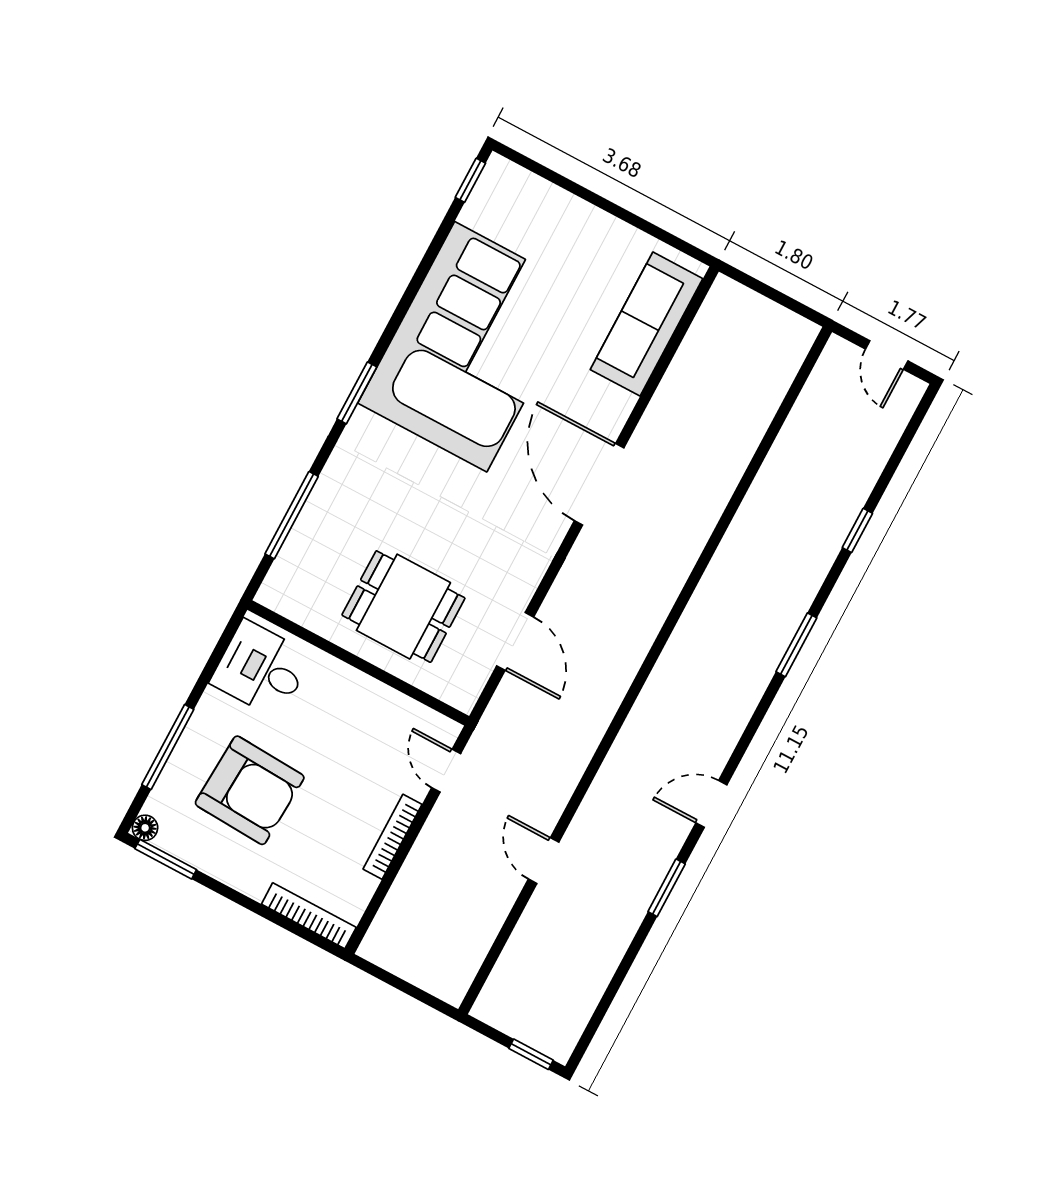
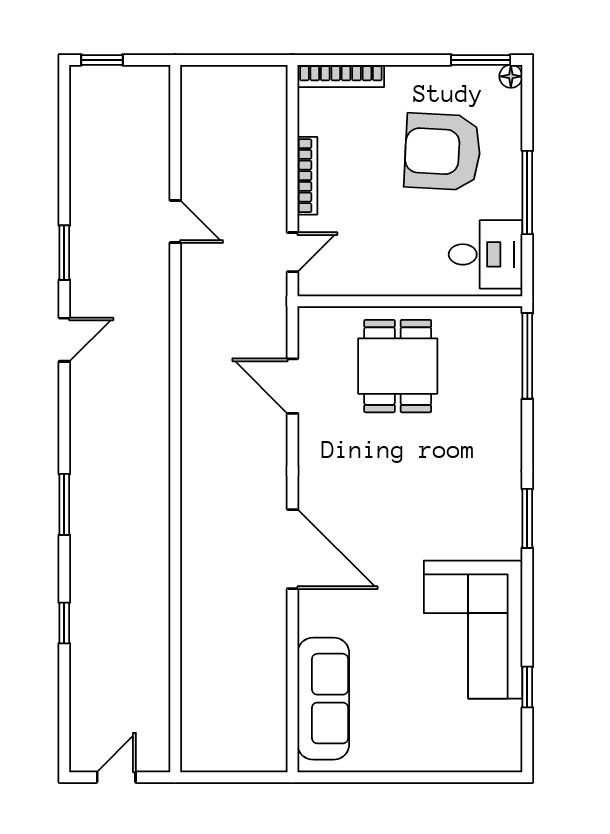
window: (470, 180) -> (527, 687), moved
corner sofa: (471, 347) -> (473, 630), width x0.73, depth x0.74
door: (887, 355) -> (116, 777), hinge flipped
window: (292, 515) -> (527, 356), moved
dining table: (403, 607) -> (398, 366), turned 90
window: (168, 747) -> (527, 192), moved
door: (446, 771) -> (293, 252), hinge flipped

